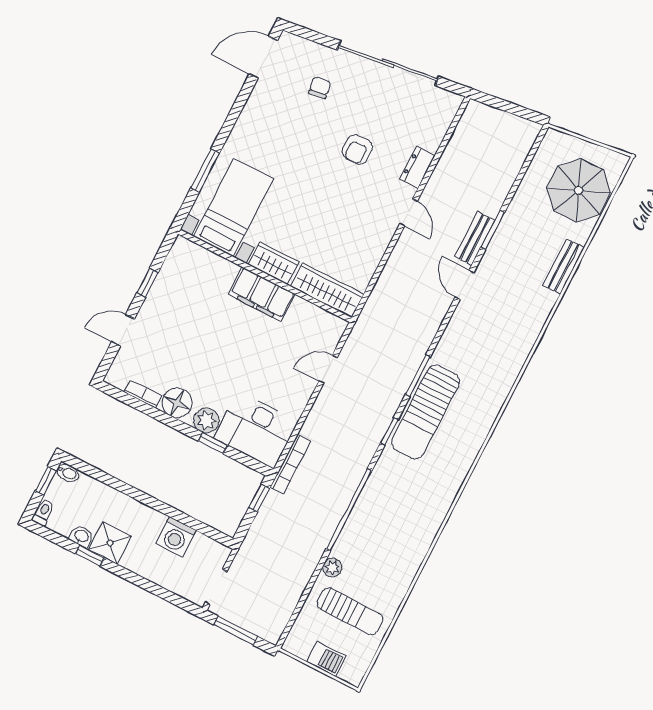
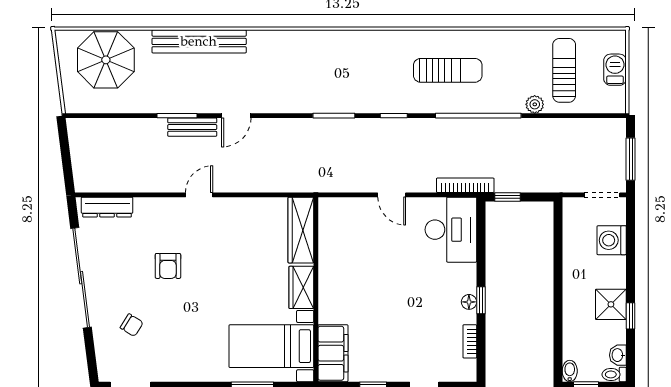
chair: (320, 88) -> (132, 325), turned -139
armchair: (357, 150) -> (168, 266), turned 90
dresser: (417, 168) -> (107, 207), moved, width x1.44
bench: (563, 267) -> (199, 41), width x1.86, depth x1.21
filing cabinet: (262, 294) -> (333, 353), moved
door: (328, 369) -> (392, 195), moved
floor lamp: (177, 403) -> (469, 302), width x0.53, depth x0.53
sun lounger: (426, 412) -> (448, 70), moved, width x0.73, depth x0.75
plant: (206, 420) -> (465, 276), removed
window: (213, 443) -> (481, 300), moved
washbasin: (81, 536) -> (618, 355), moved
washing machine: (176, 537) -> (612, 240), moved, turned 180

